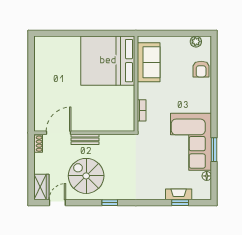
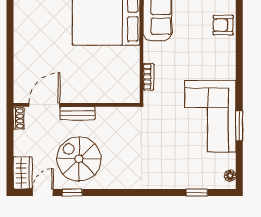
armchair: (201, 69) -> (223, 25), turned 90
floor lamp: (207, 176) -> (230, 176), moved
fireplace: (179, 194) -> (195, 182), removed
window: (110, 203) -> (72, 193), moved

